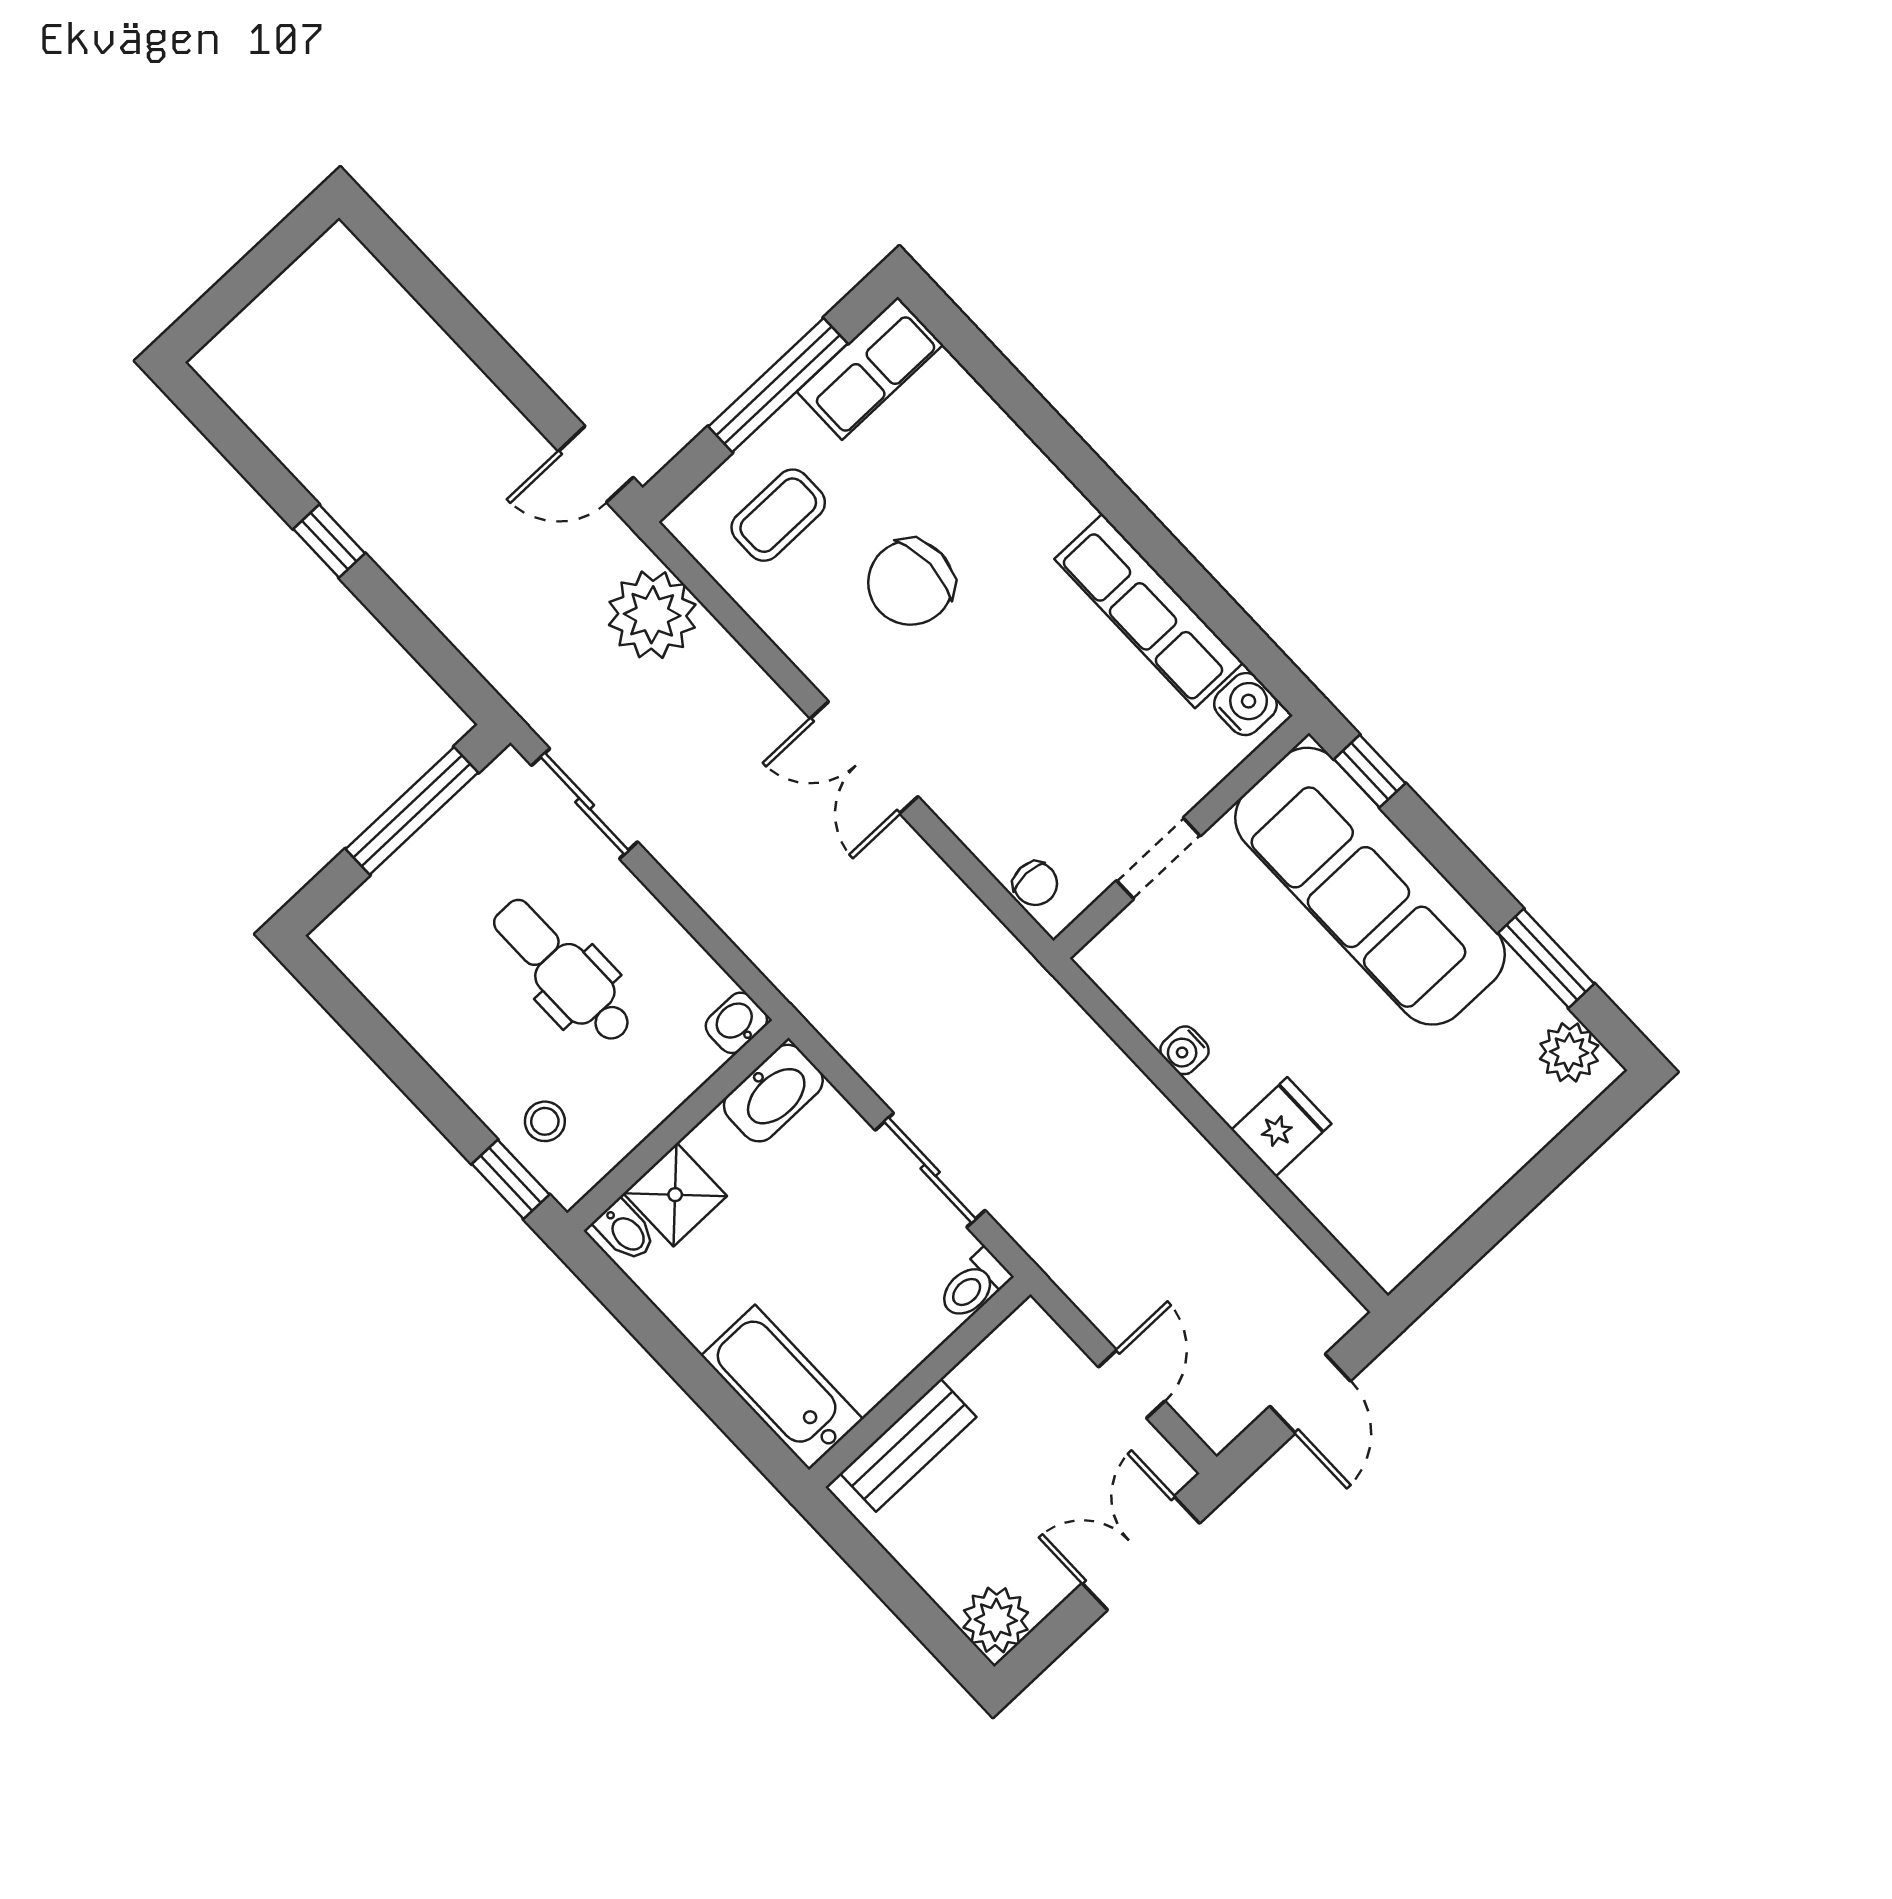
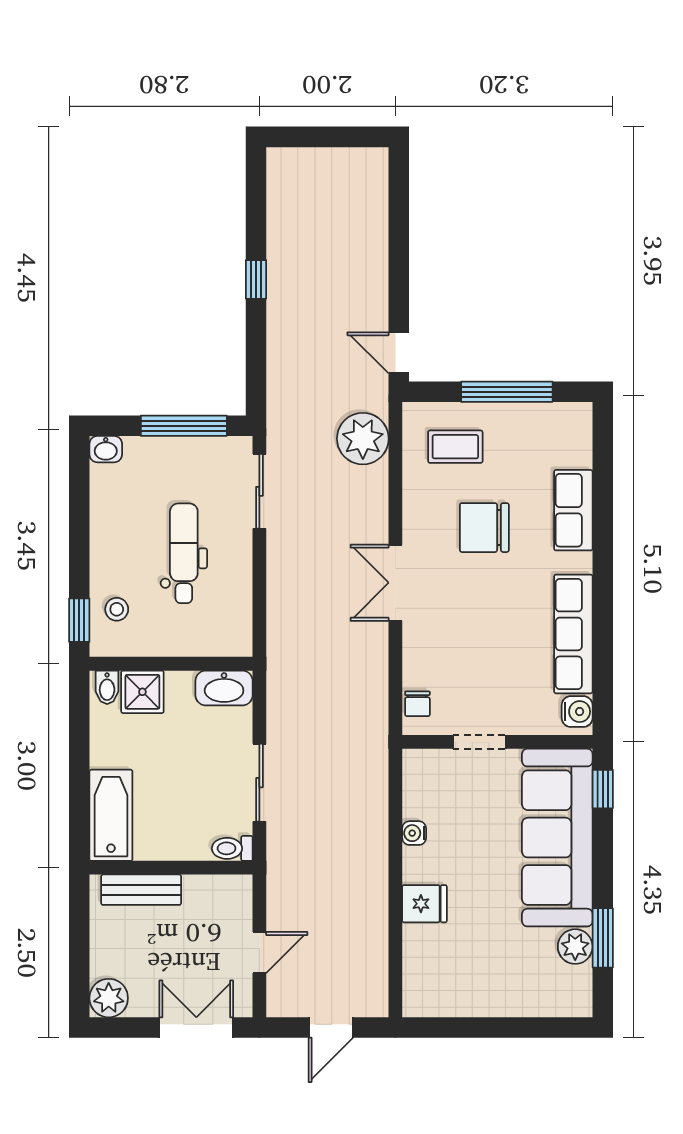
row of seats: (870, 368) -> (573, 510), moved, turned 90
washbasin: (736, 1023) -> (106, 449), moved, turned 180
plant: (1569, 1052) -> (575, 947), moved

